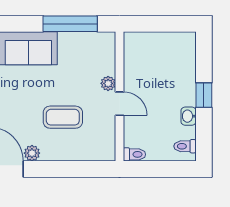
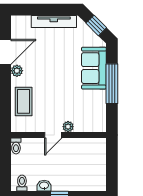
window: (70, 24) -> (112, 84), moved
coffee table: (63, 117) -> (24, 101), moved

